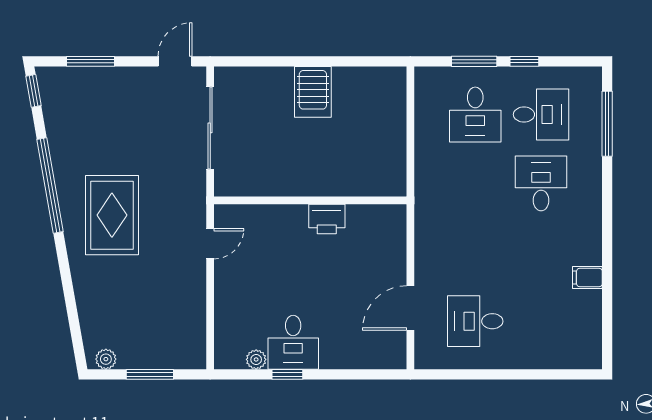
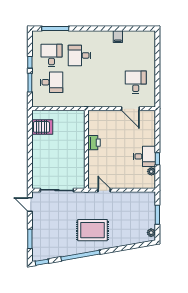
server rack: (313, 92) -> (42, 127), moved
desk: (475, 321) -> (136, 82), turned 180

